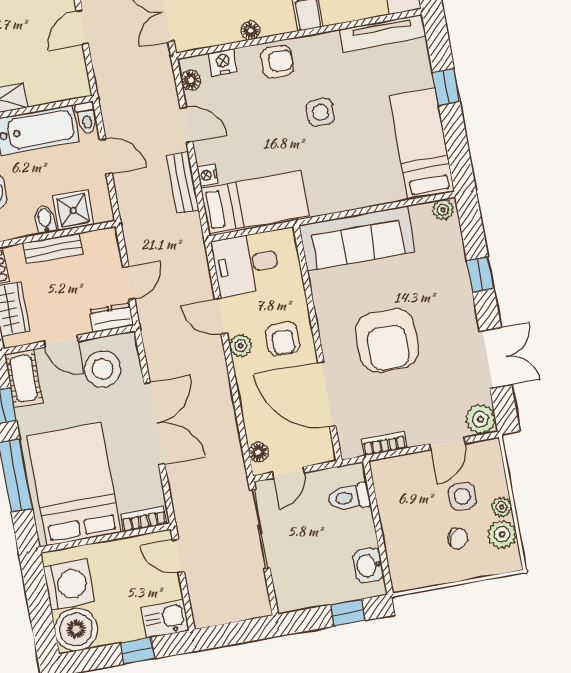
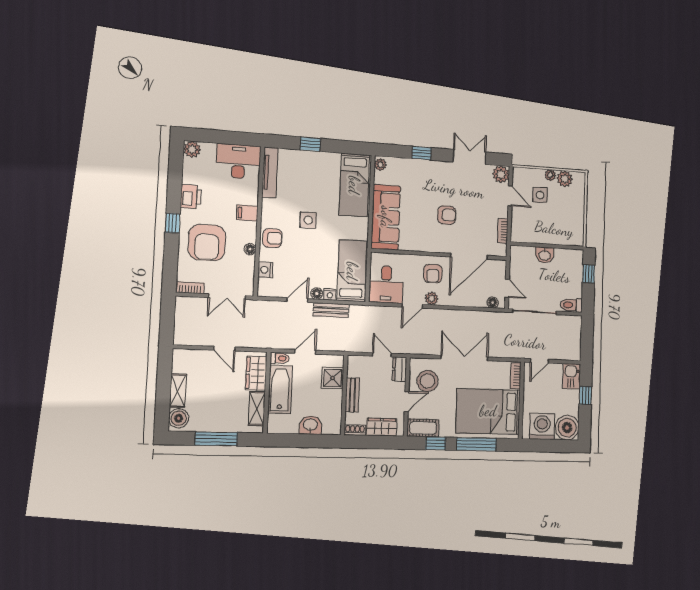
armchair: (277, 62) -> (272, 238), turned 90
floor lamp: (191, 80) -> (317, 294), moved
wardrobe: (55, 86) -> (256, 373), added
bed: (422, 144) -> (354, 185), moved, turned -90
bidet: (45, 219) -> (334, 396), removed
armchair: (283, 339) -> (433, 274), turned 90
armchair: (387, 341) -> (447, 215), width x0.53, depth x0.53
toilet: (349, 497) -> (571, 305), moved, turned 90
chair: (458, 538) -> (562, 203), removed
washbasin: (368, 565) -> (545, 255), moved

